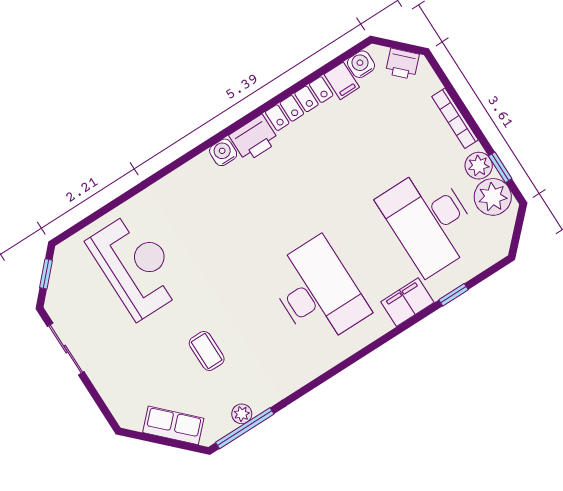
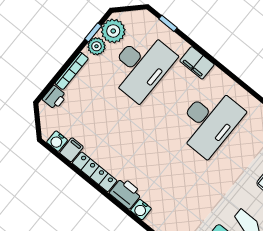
printer: (402, 64) -> (55, 97), moved, turned 45
desk: (318, 292) -> (209, 121), turned 180
window: (453, 295) -> (168, 23), moved

